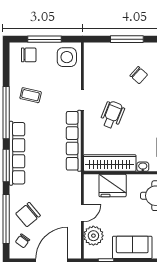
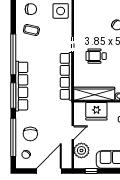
coffee table: (31, 95) -> (31, 30), moved
wheelchair: (112, 115) -> (96, 56), turned -112
chair: (28, 215) -> (30, 134), turned -50

